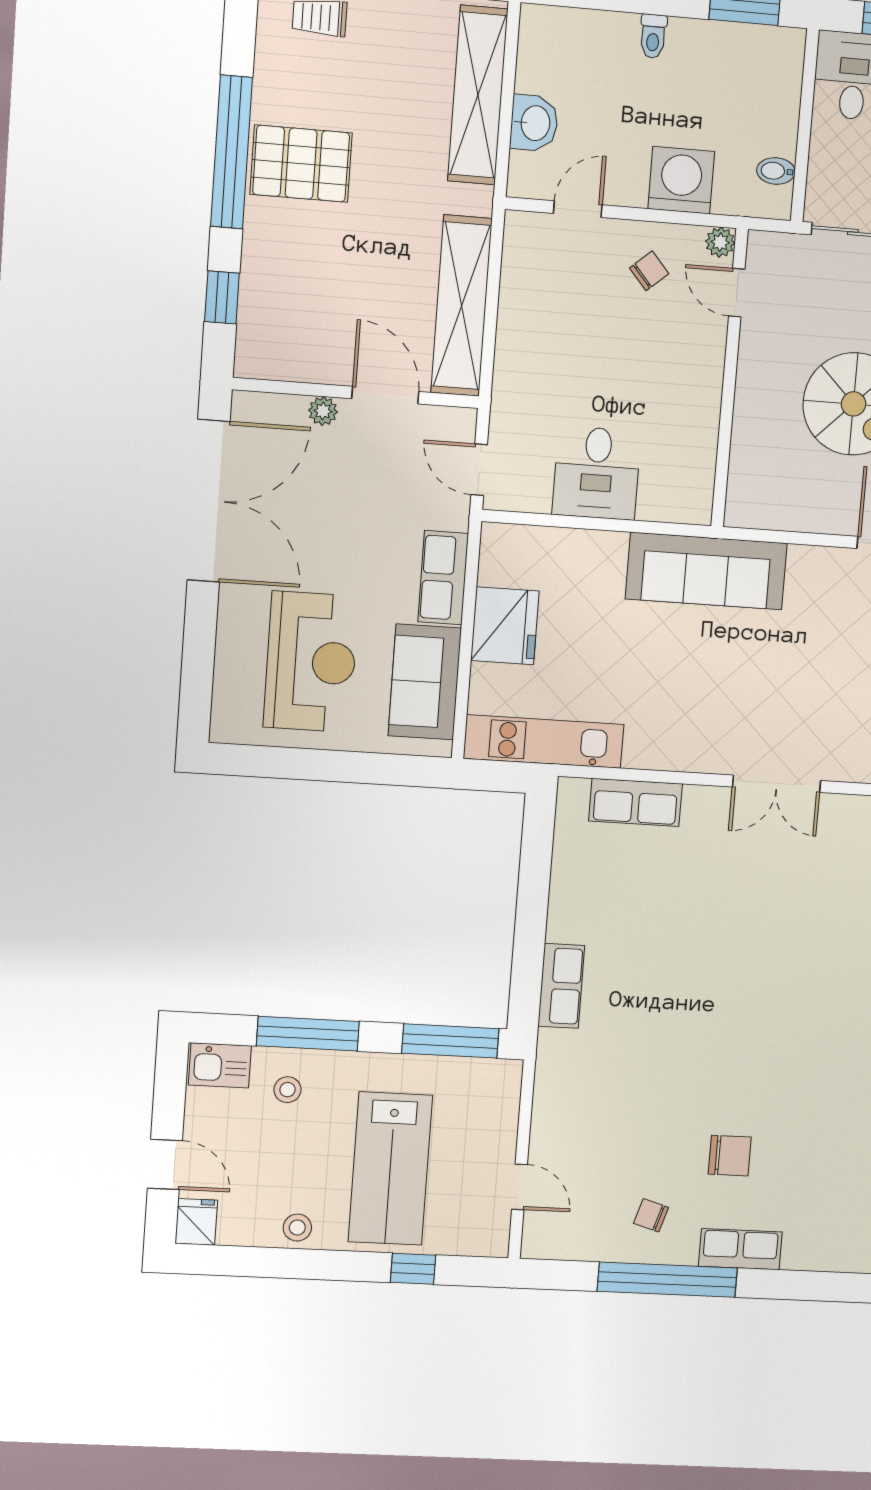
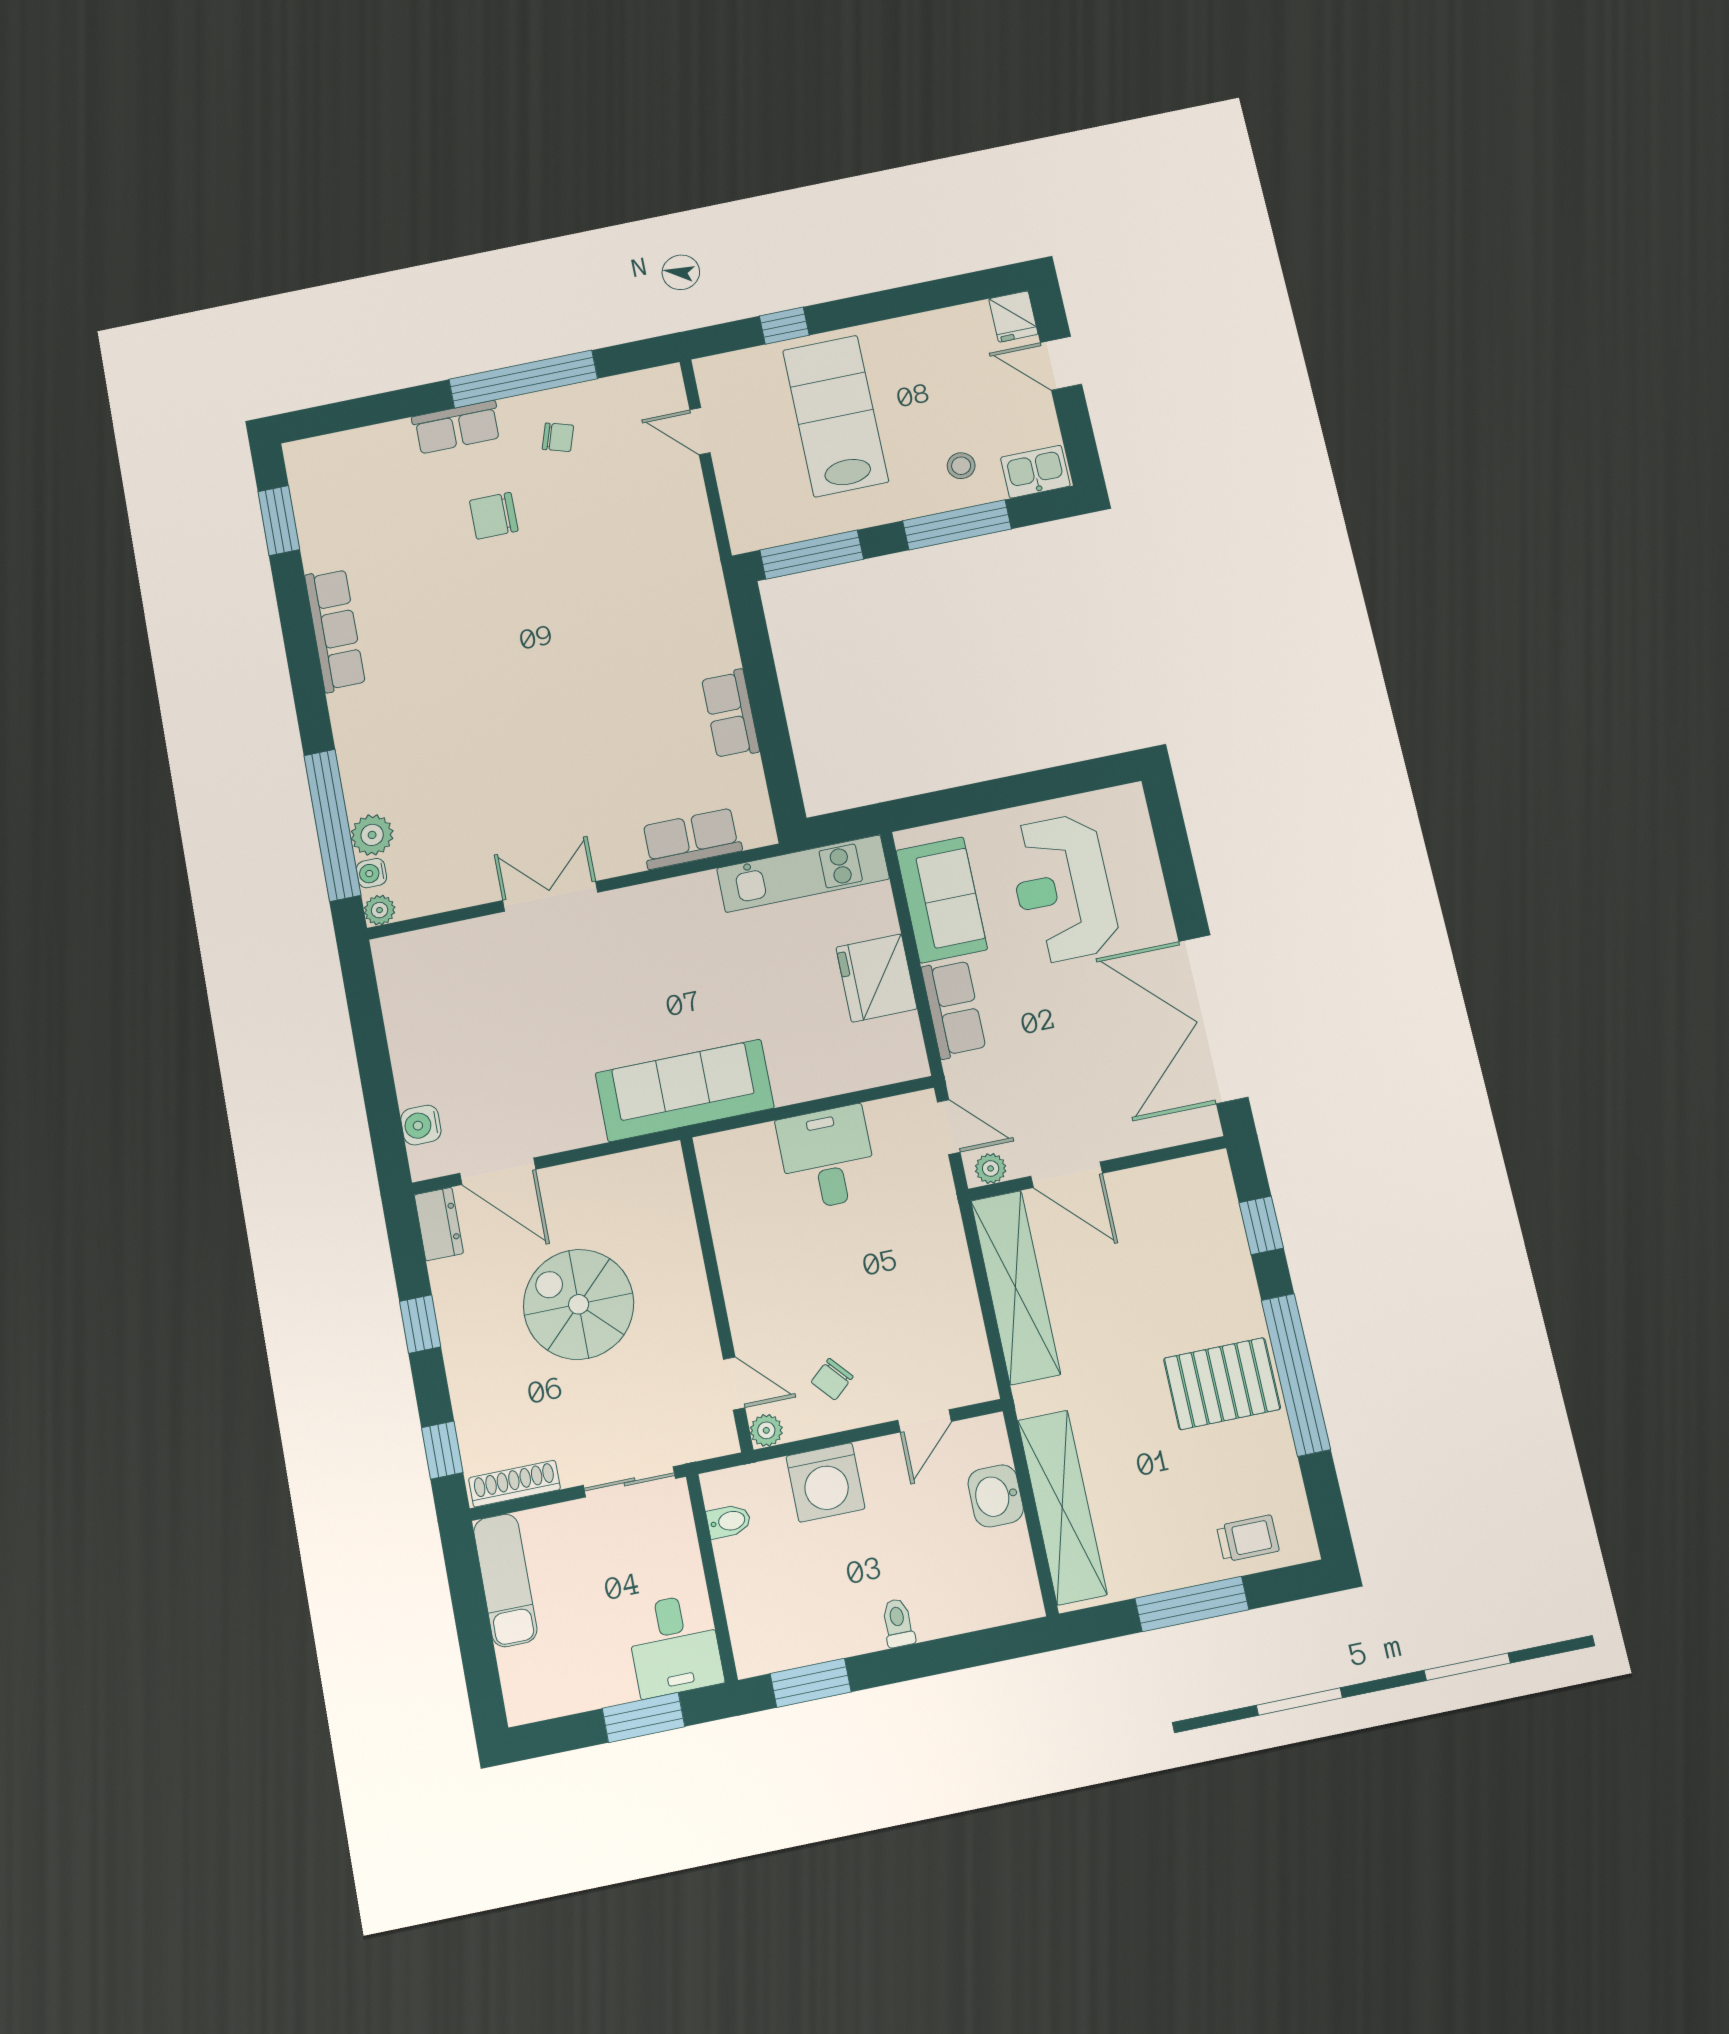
plant: (323, 411) -> (991, 1168), moved
row of seats: (561, 986) -> (730, 714), moved
stool: (297, 1228) -> (912, 336), removed

